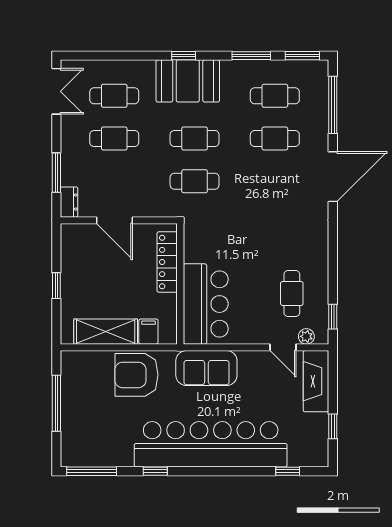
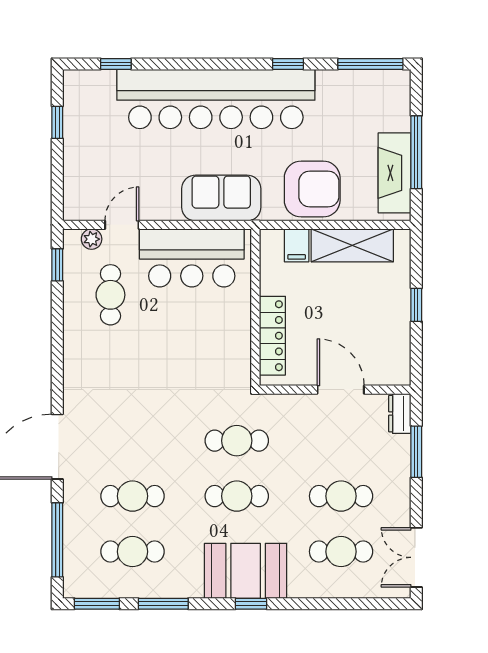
bar counter: (206, 304) -> (192, 258), moved, turned -90
door: (283, 347) -> (122, 225), hinge flipped
fireplace: (316, 381) -> (394, 173), moved, turned 180

